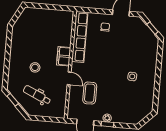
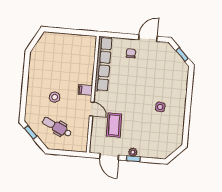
filing cabinet: (64, 56) -> (85, 90), width x0.50

